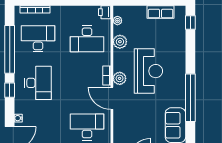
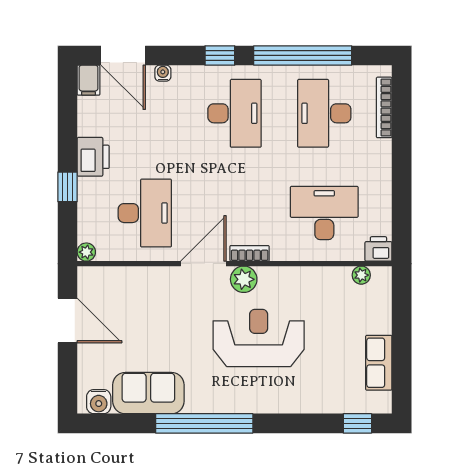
desk: (38, 39) -> (324, 113), turned 180
desk: (87, 39) -> (324, 213), turned 90
plant: (120, 42) -> (318, 280), removed
reception desk: (148, 71) -> (259, 338), turned 180
desk: (38, 83) -> (235, 113), turned -90

